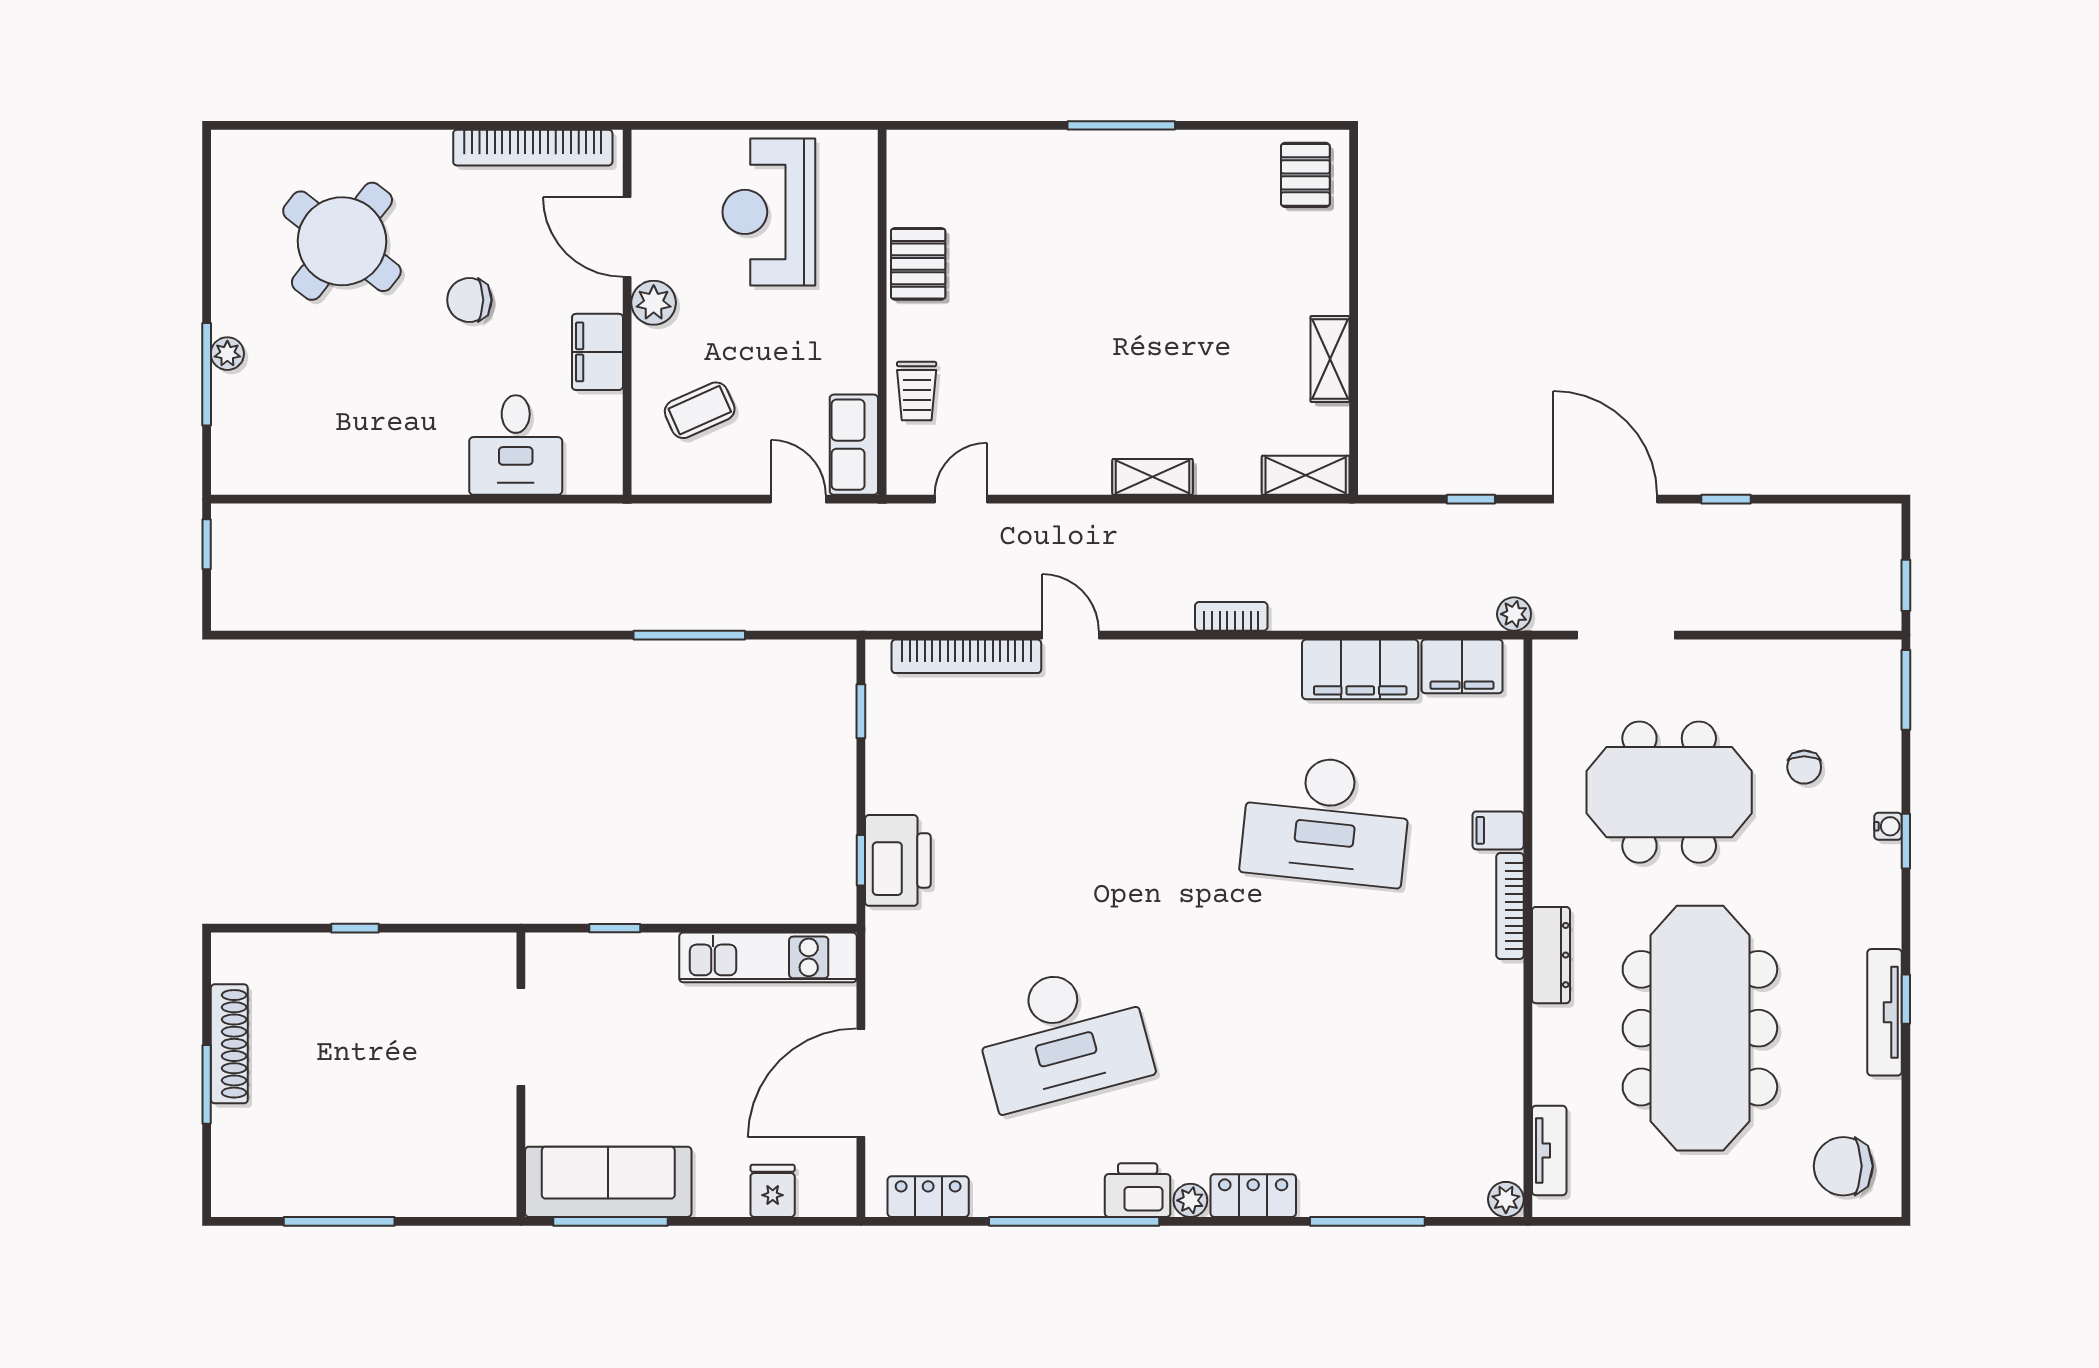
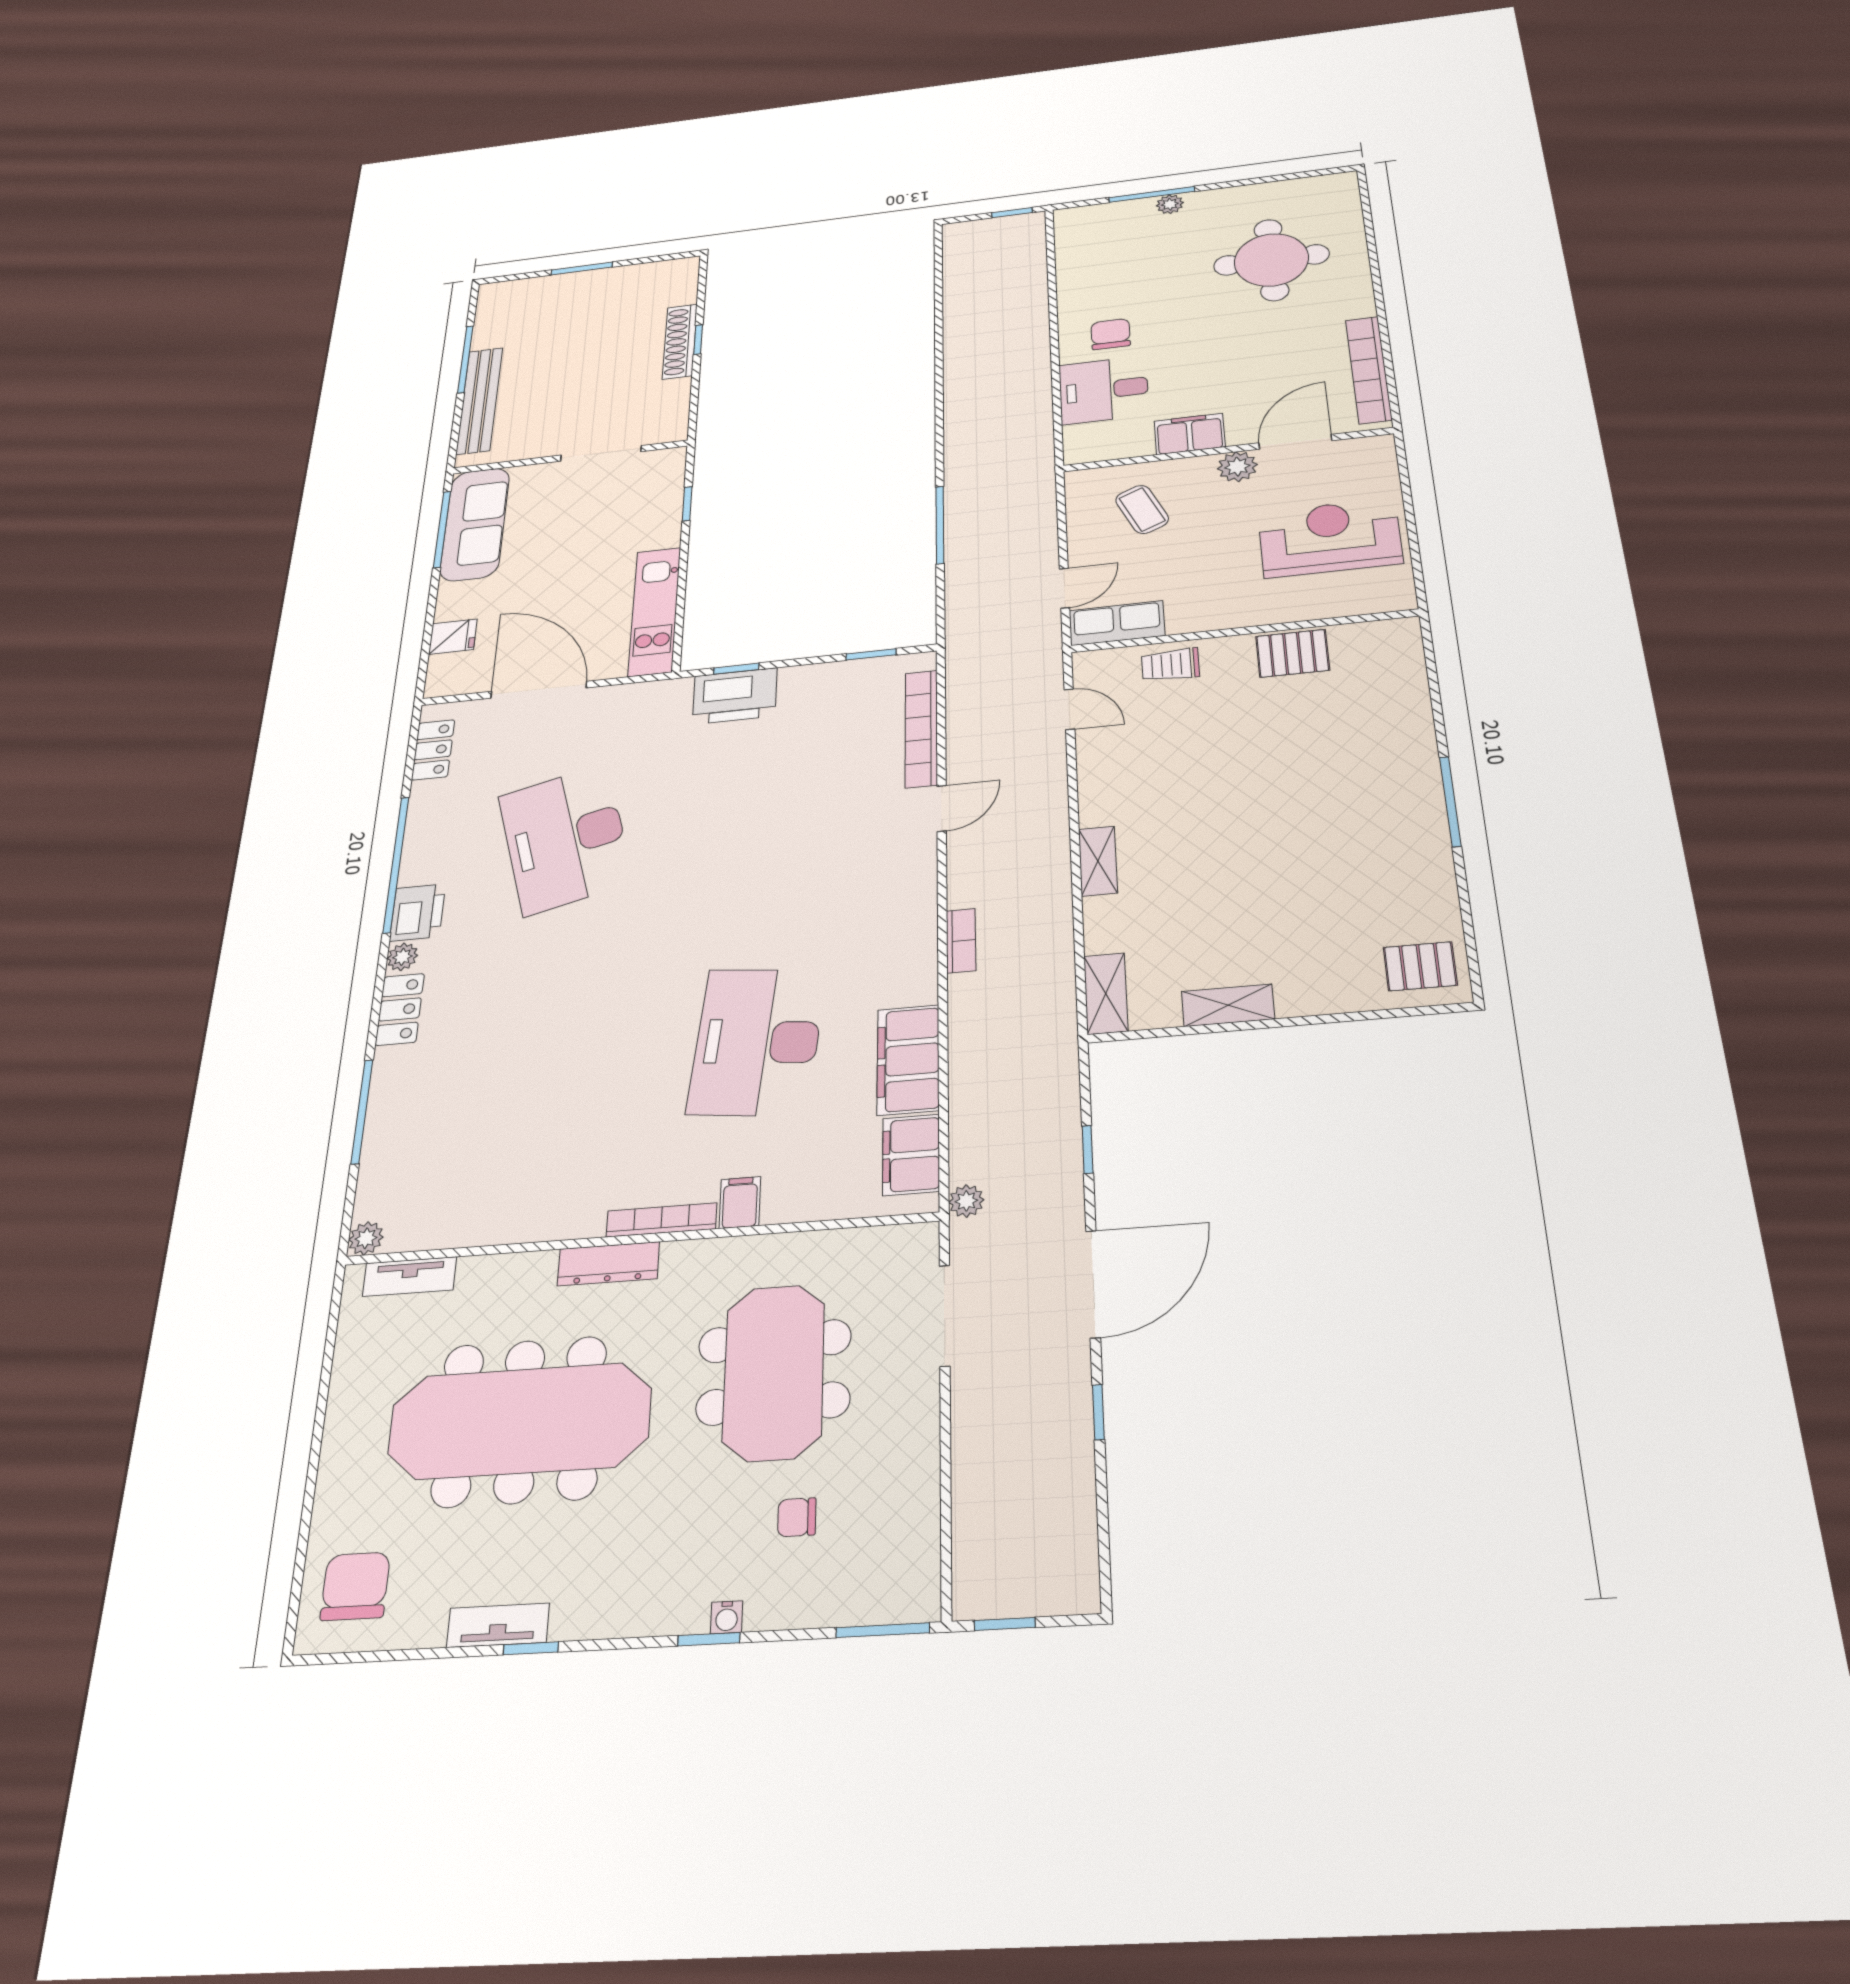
round table: (342, 241) -> (1271, 260), turned -38
chair: (469, 300) -> (1111, 334), moved
tv unit: (1884, 1012) -> (498, 1625), width x0.71
shoe rack: (229, 1044) -> (680, 341), moved, turned 90
bench: (412, 1196) -> (479, 401), added

